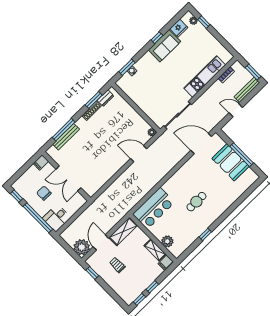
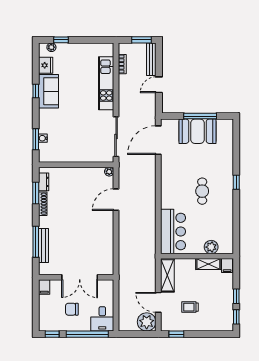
window: (205, 234) -> (236, 182), moved

